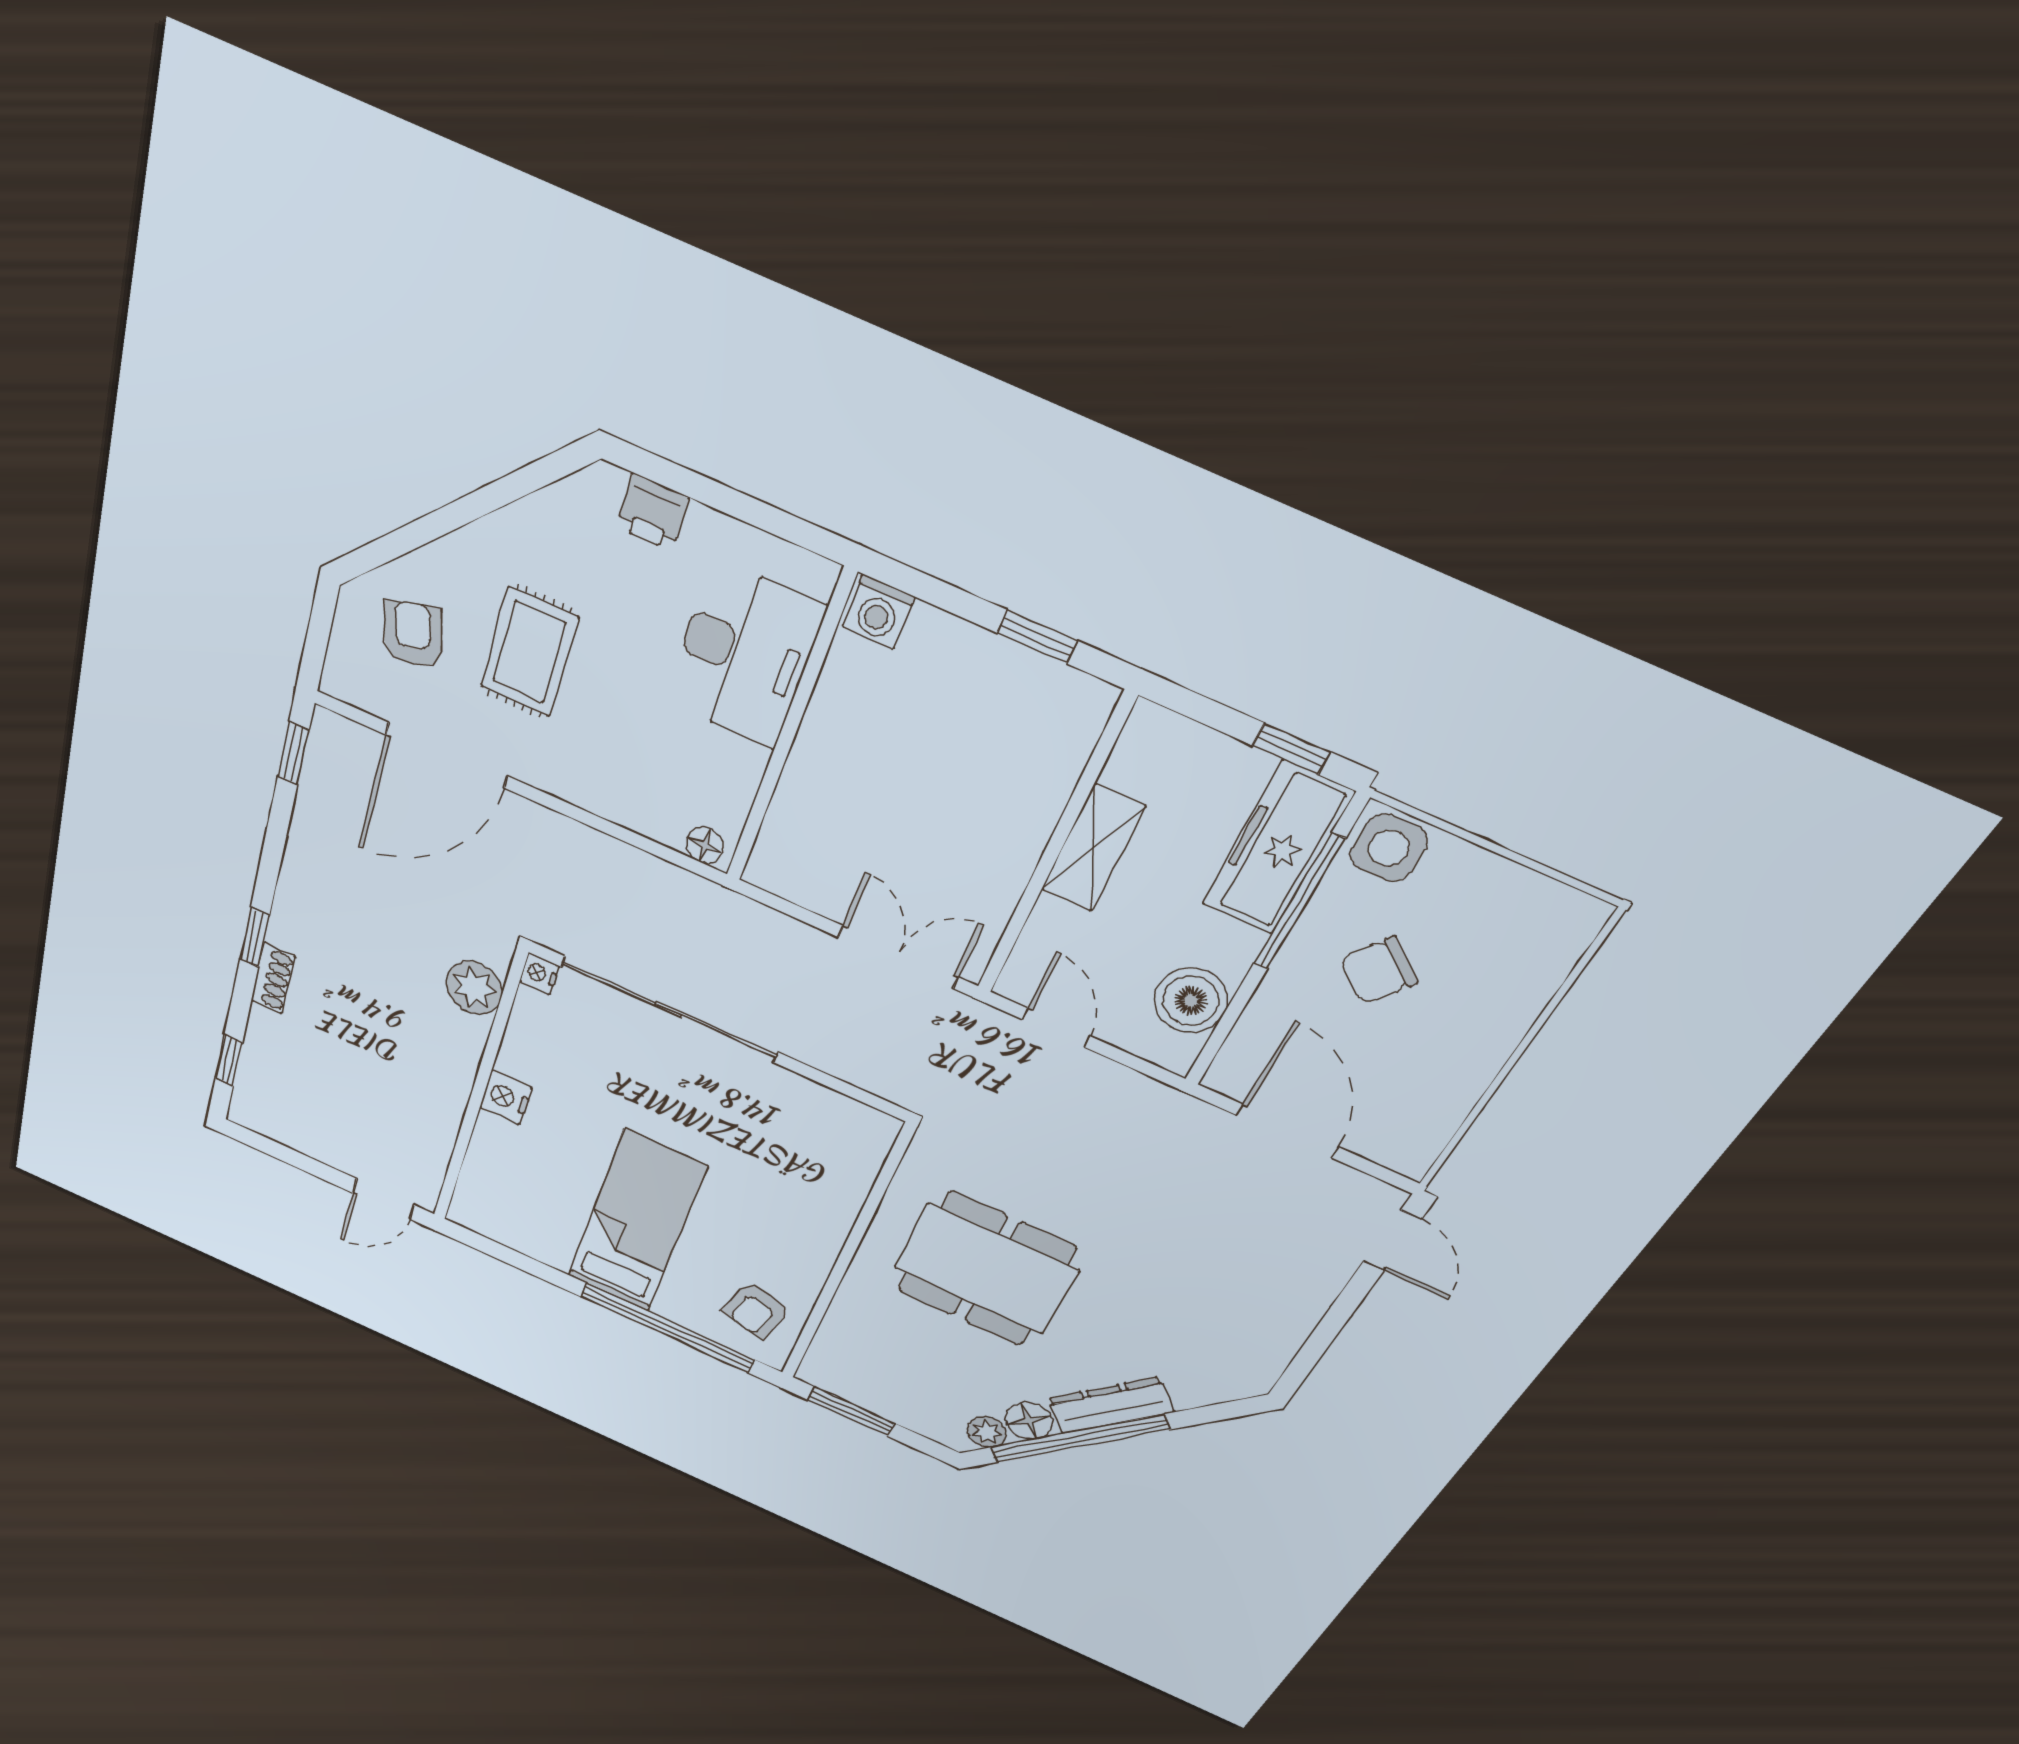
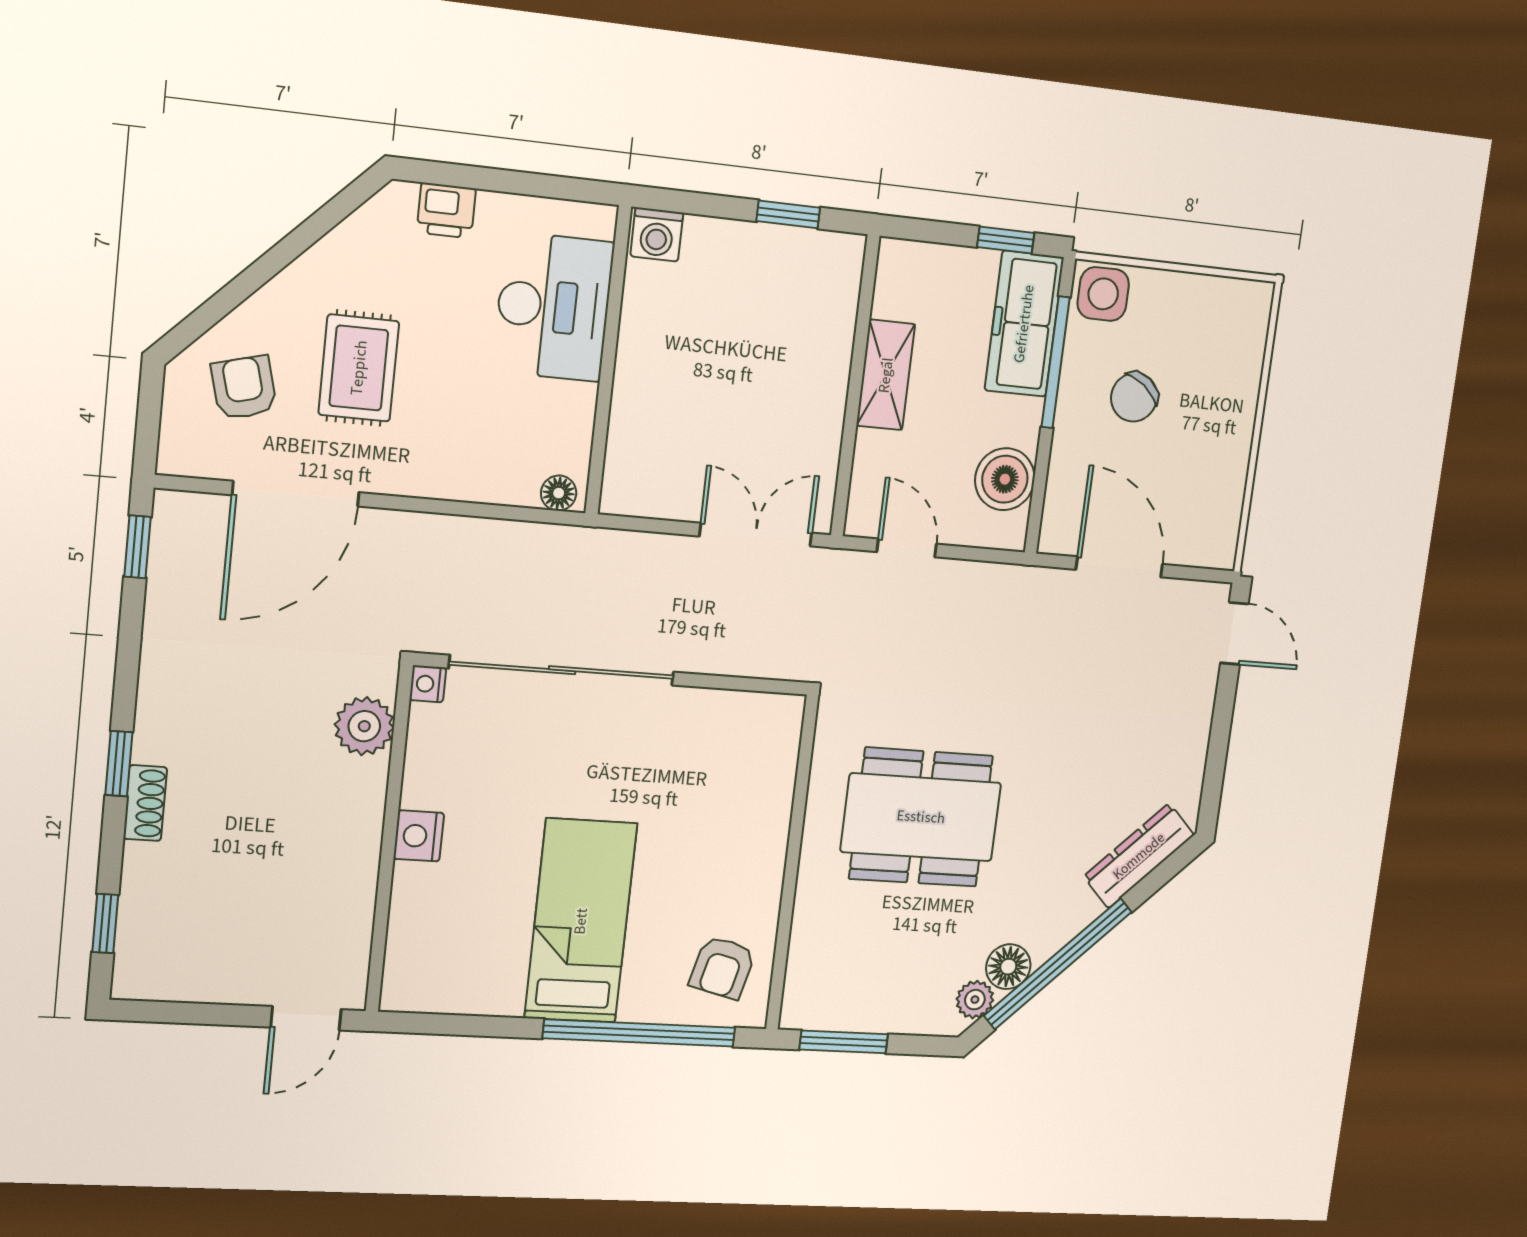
dresser: (1110, 1405) -> (1139, 856), moved

